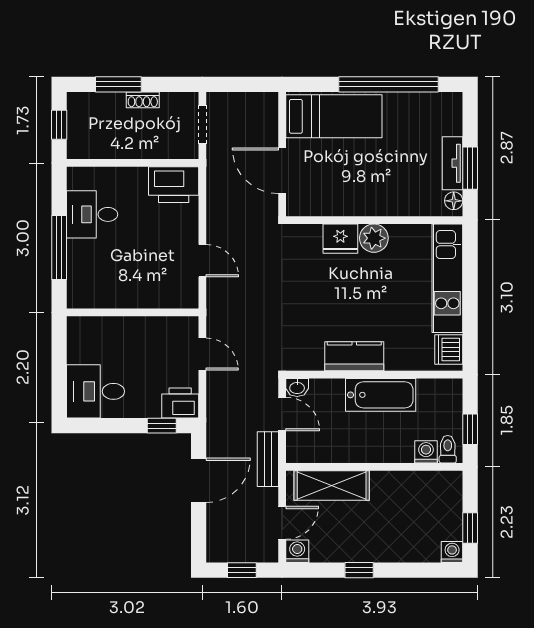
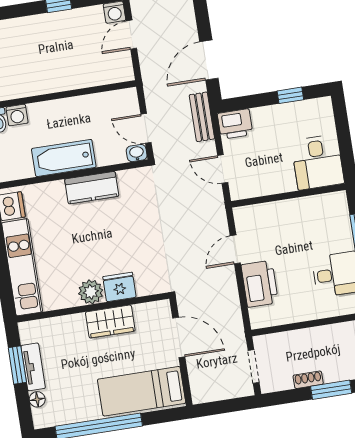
printer: (174, 185) -> (260, 284), moved, turned 90
wardrobe: (357, 201) -> (110, 322), added
floor lamp: (454, 201) -> (37, 399), moved
door: (202, 261) -> (235, 249), hinge flipped
desk: (95, 391) -> (318, 162), moved, turned 90
window: (162, 426) -> (290, 95), moved
bench: (268, 459) -> (202, 117), moved
shelving: (332, 486) -> (94, 73), removed

